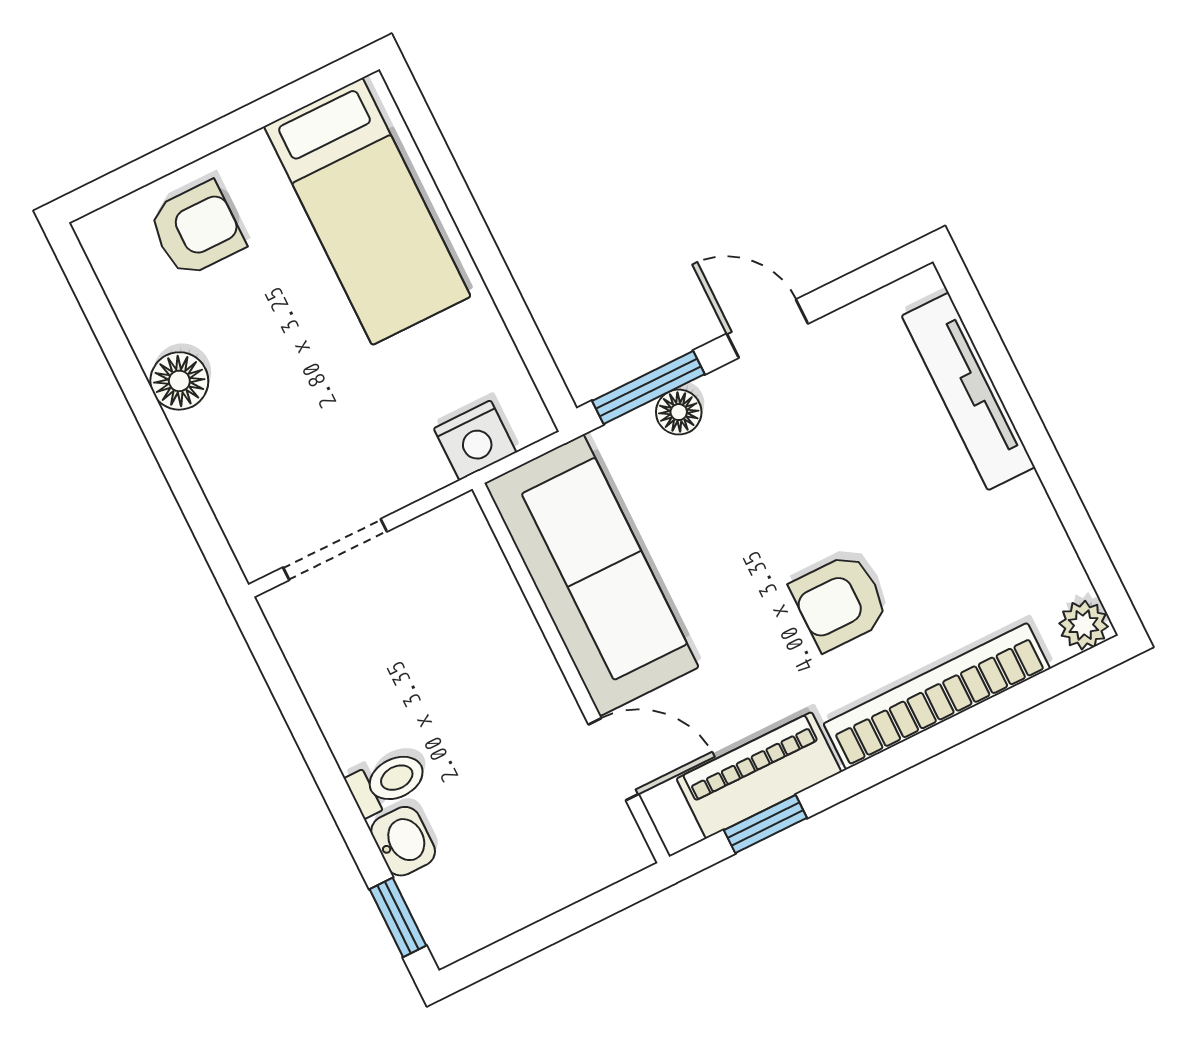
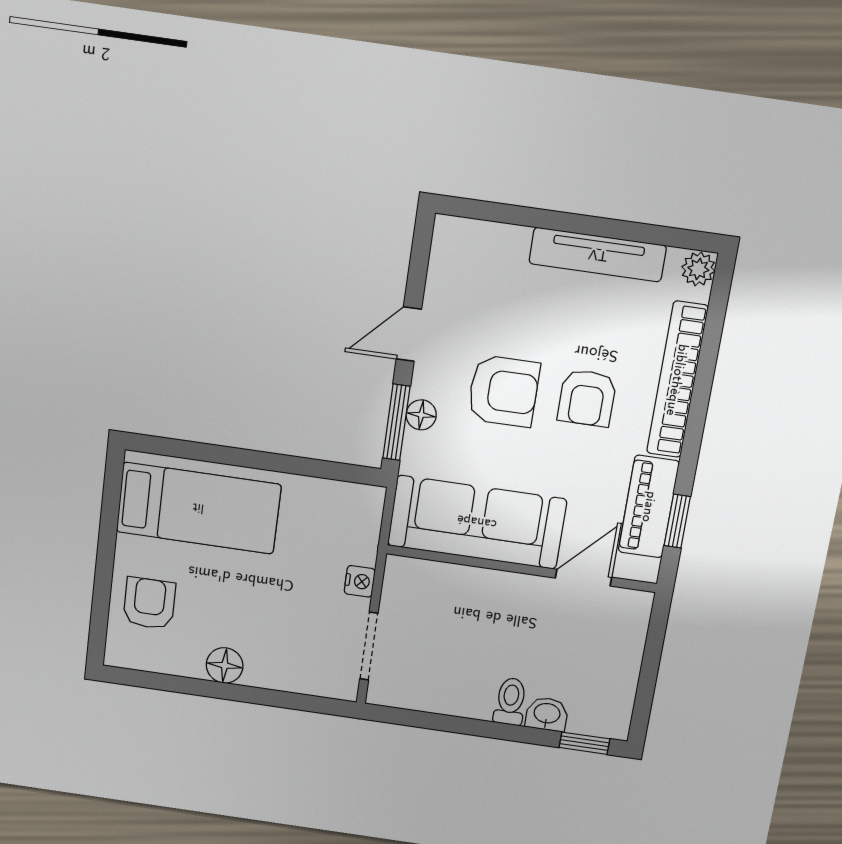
tv unit: (968, 391) -> (598, 255), moved
nightstand: (475, 440) -> (360, 581), moved, width x0.72, depth x0.74
armchair: (777, 493) -> (503, 391), added

